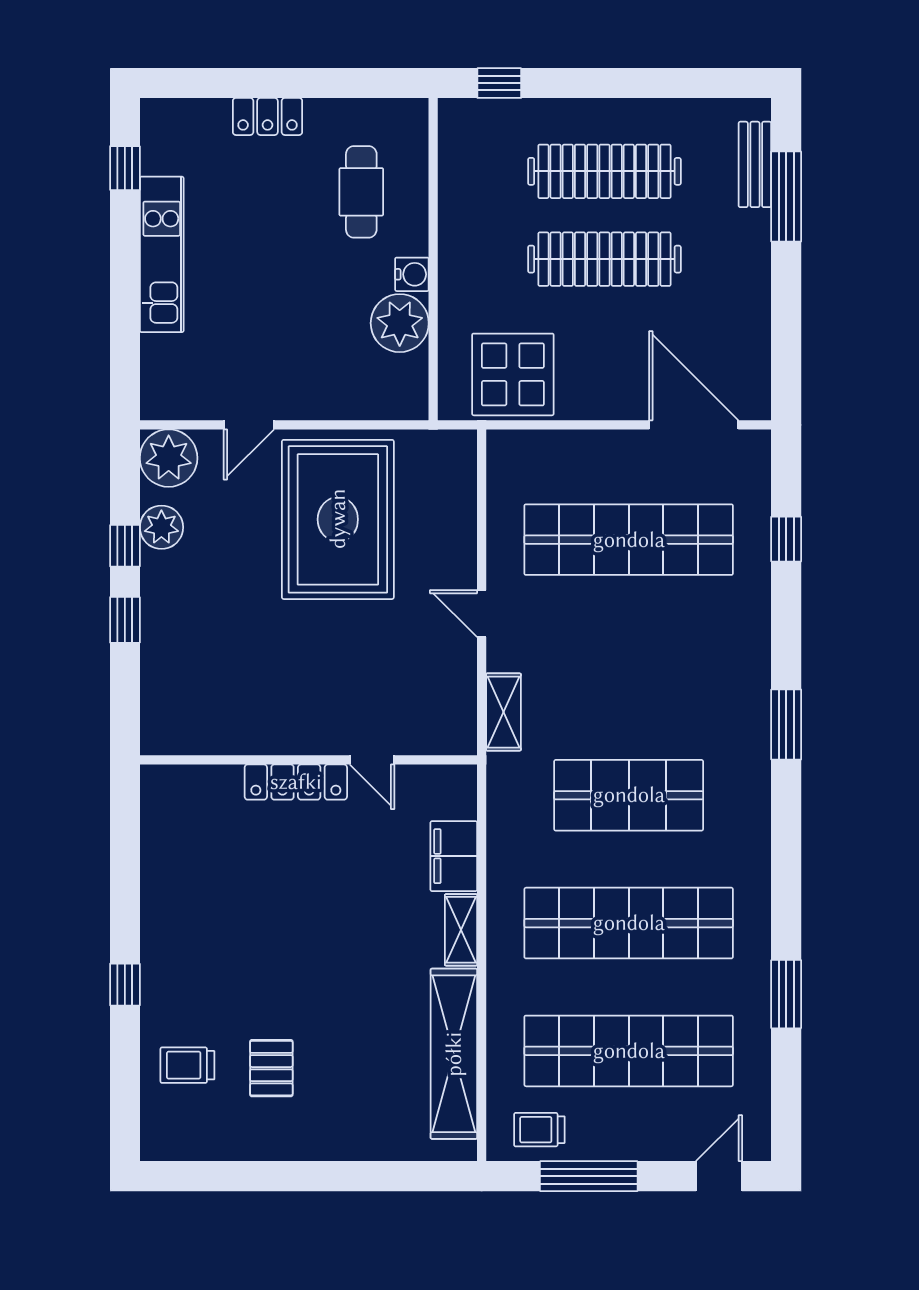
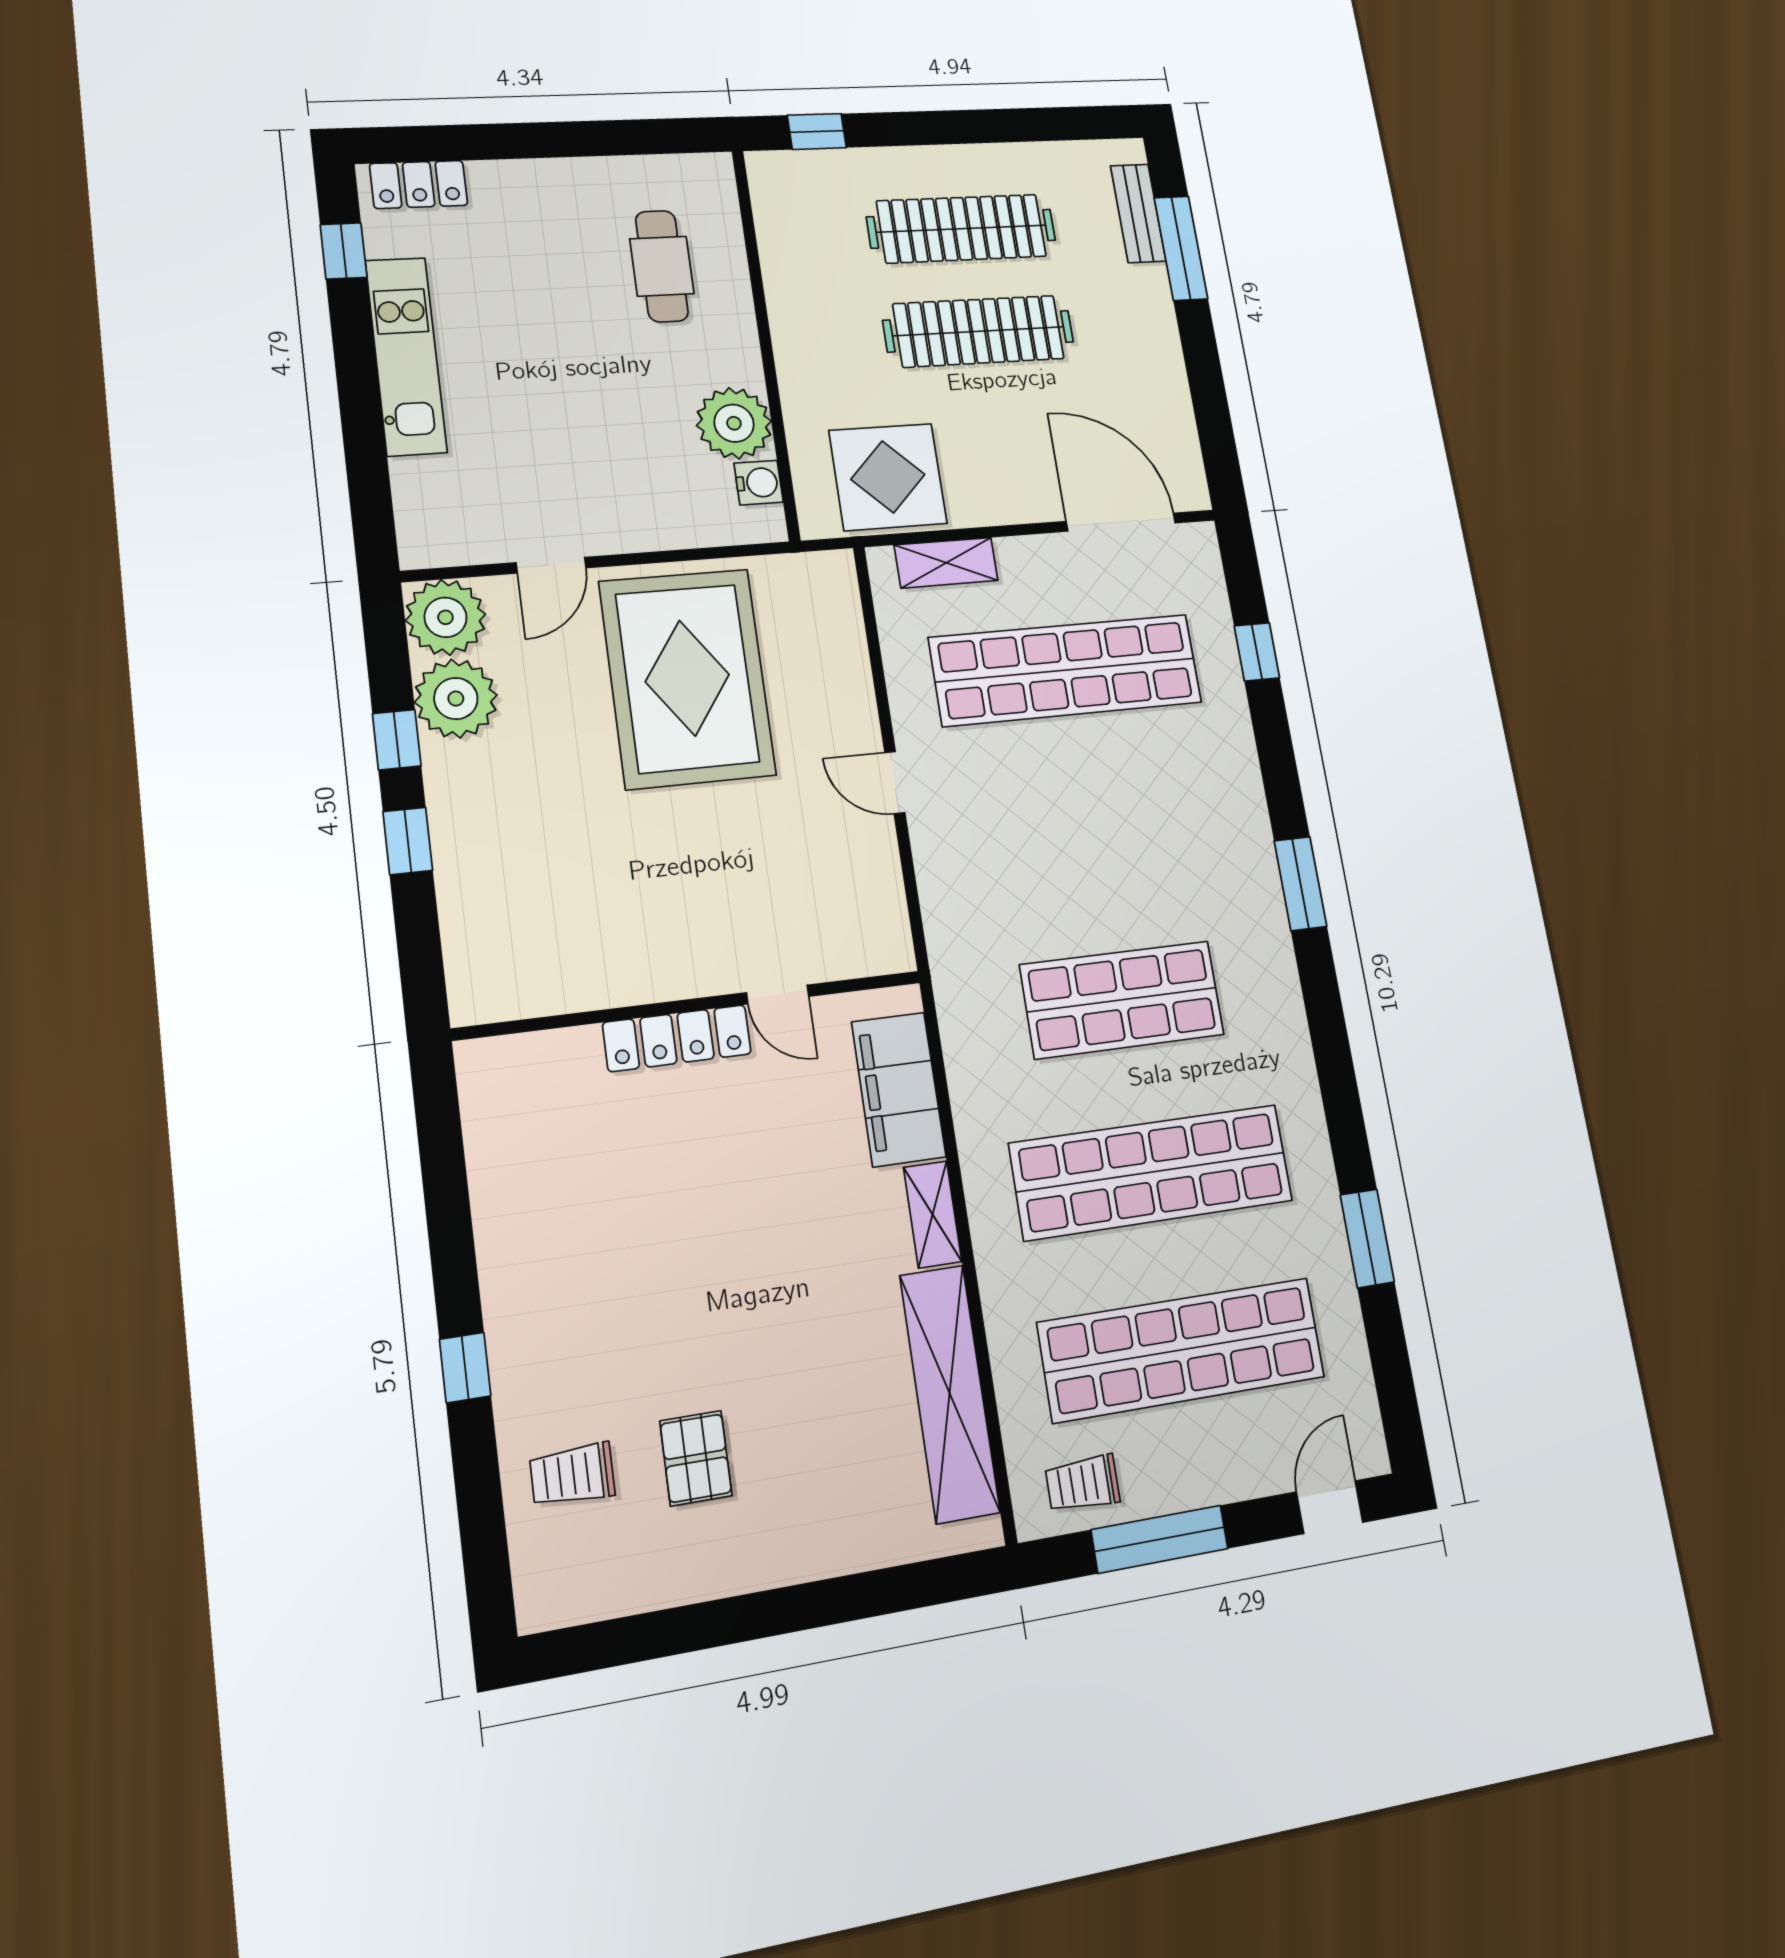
locker: (267, 116) -> (419, 184), moved
water cooler: (412, 274) -> (759, 483), moved
plant: (161, 527) -> (456, 699), width x1.36, depth x1.36
shelving: (503, 712) -> (946, 563), moved, turned 90
filing cabinet: (454, 856) -> (899, 1089), width x1.50, depth x1.17

